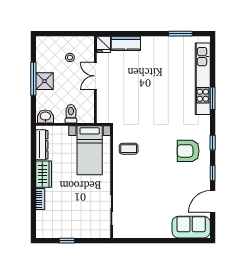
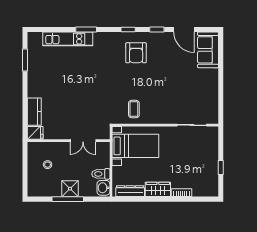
double door: (95, 76) -> (83, 141), moved
kitchen unit: (203, 79) -> (68, 39), width x0.73
toilet: (71, 114) -> (101, 174), moved

